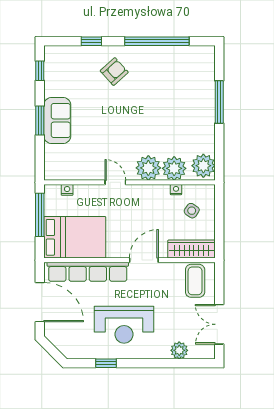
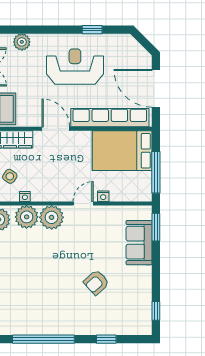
armchair: (114, 72) -> (96, 282), moved
window: (40, 121) -> (156, 227), moved
sofa: (57, 121) -> (139, 243), moved
door: (115, 182) -> (83, 203), swing flipped
nightstand: (67, 190) -> (103, 196), moved
door: (144, 260) -> (56, 129), swing flipped

